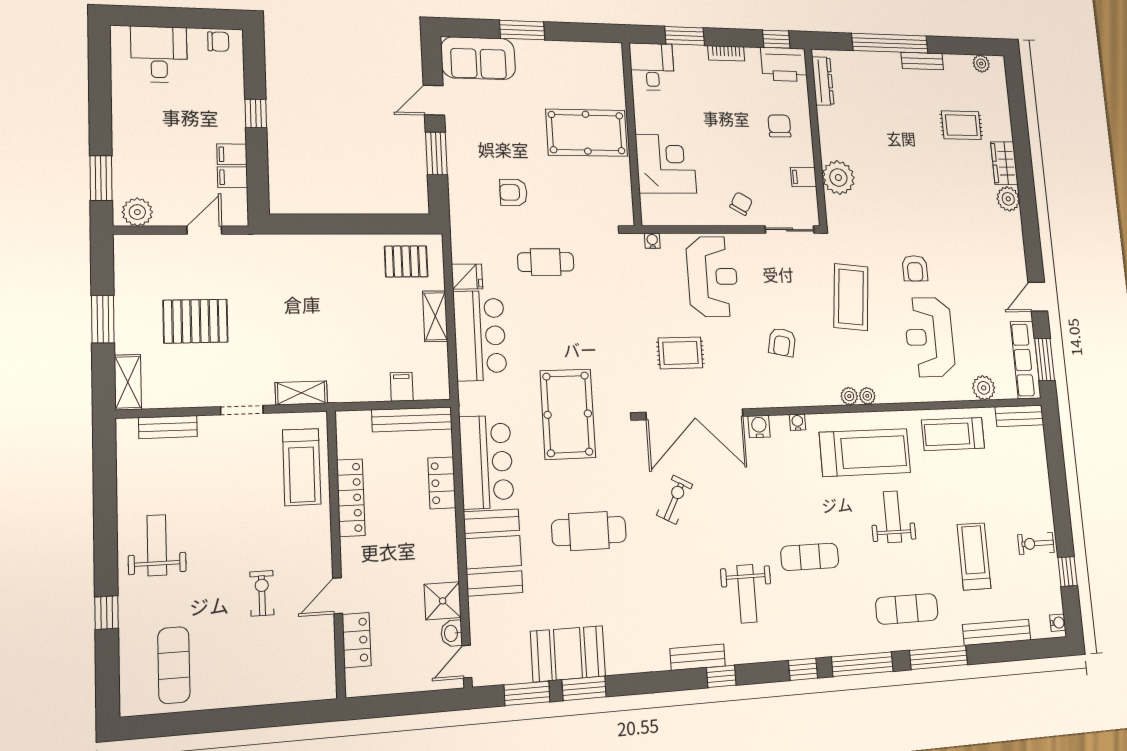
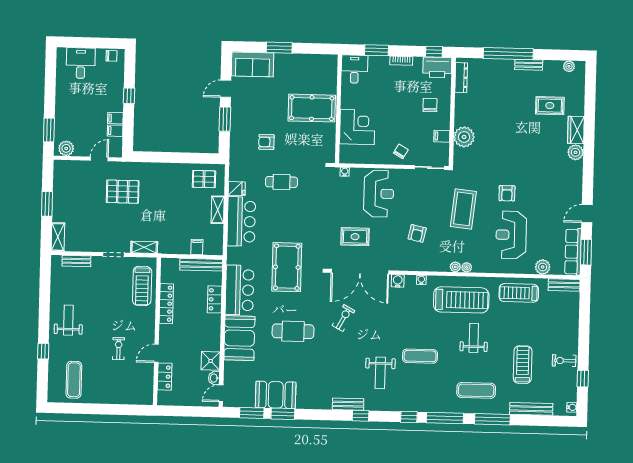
pallet: (195, 321) -> (123, 192), moved

